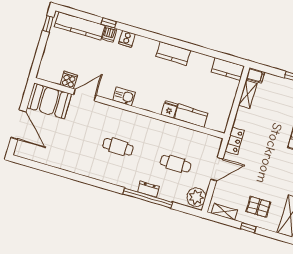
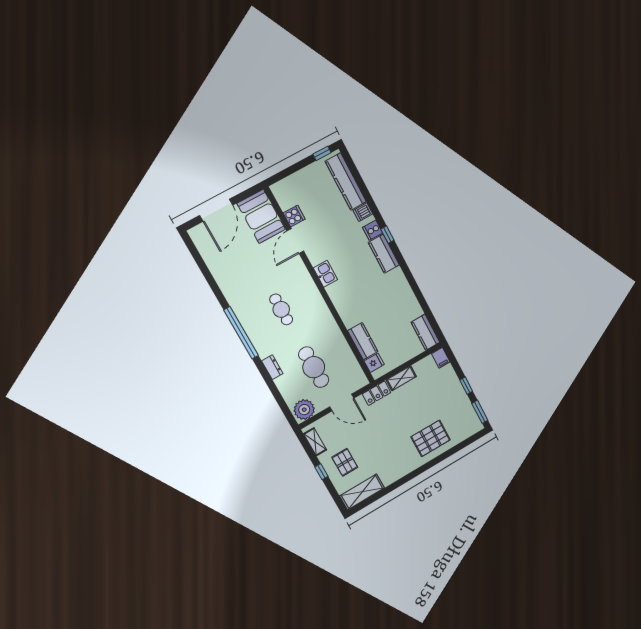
window: (109, 23) -> (387, 235), moved
kitchen counter: (173, 53) -> (384, 254), moved
shelving: (248, 94) -> (401, 378), moved
door: (85, 95) -> (295, 241), swing flipped
fridge: (169, 110) -> (374, 363), moved
cafe table: (175, 164) -> (314, 367), width x1.37, depth x1.35
window: (148, 198) -> (241, 333), moved

